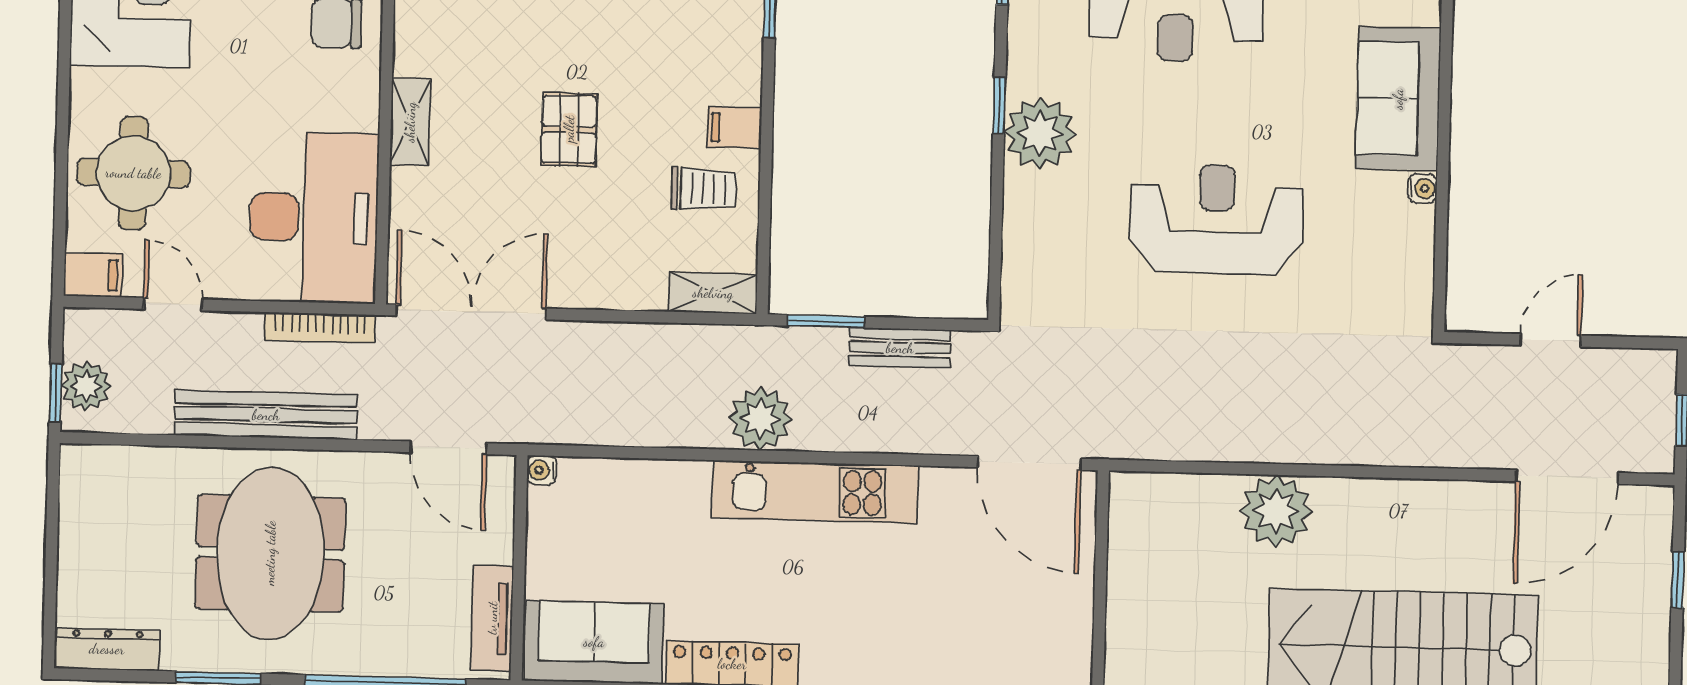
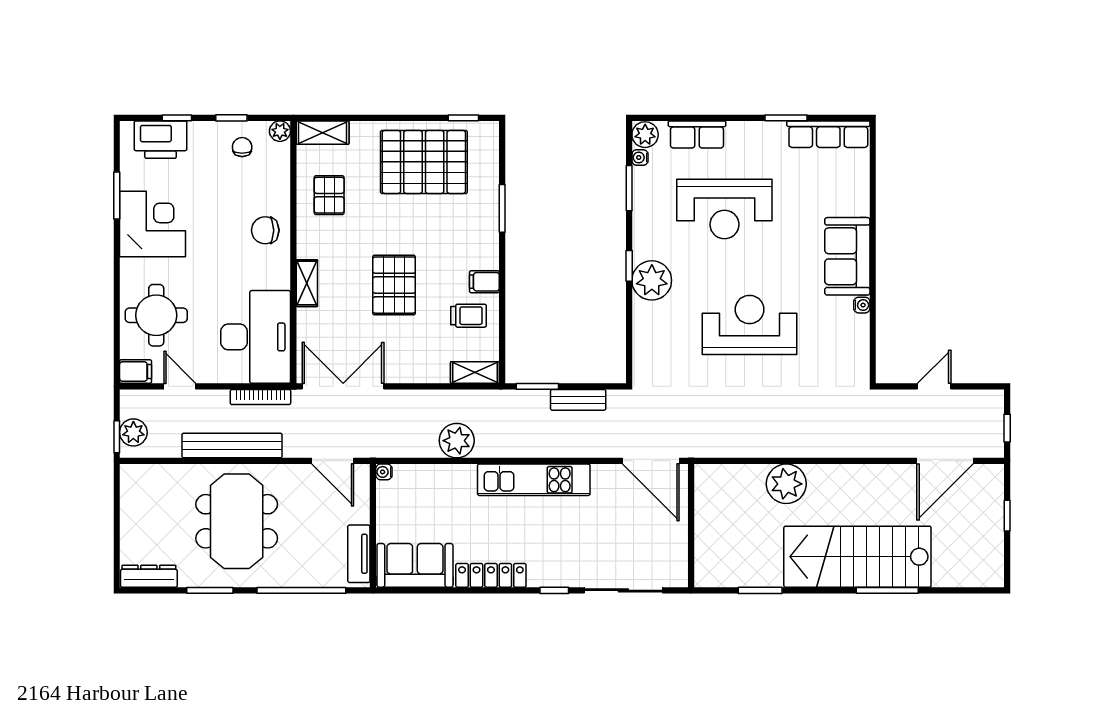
pallet: (569, 129) -> (394, 285), width x1.50, depth x1.42
plant: (760, 419) -> (457, 441), moved

